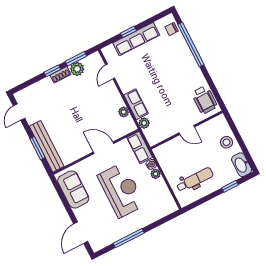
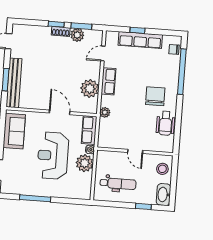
chair: (180, 81) -> (155, 96), added
row of seats: (136, 104) -> (108, 81), moved
plant: (124, 112) -> (90, 88), width x1.88, depth x1.88
door: (187, 130) -> (135, 151), moved
wall: (187, 130) -> (135, 151), moved
plant: (156, 174) -> (85, 163), width x1.88, depth x1.88
reception desk: (121, 190) -> (53, 156), turned 180

